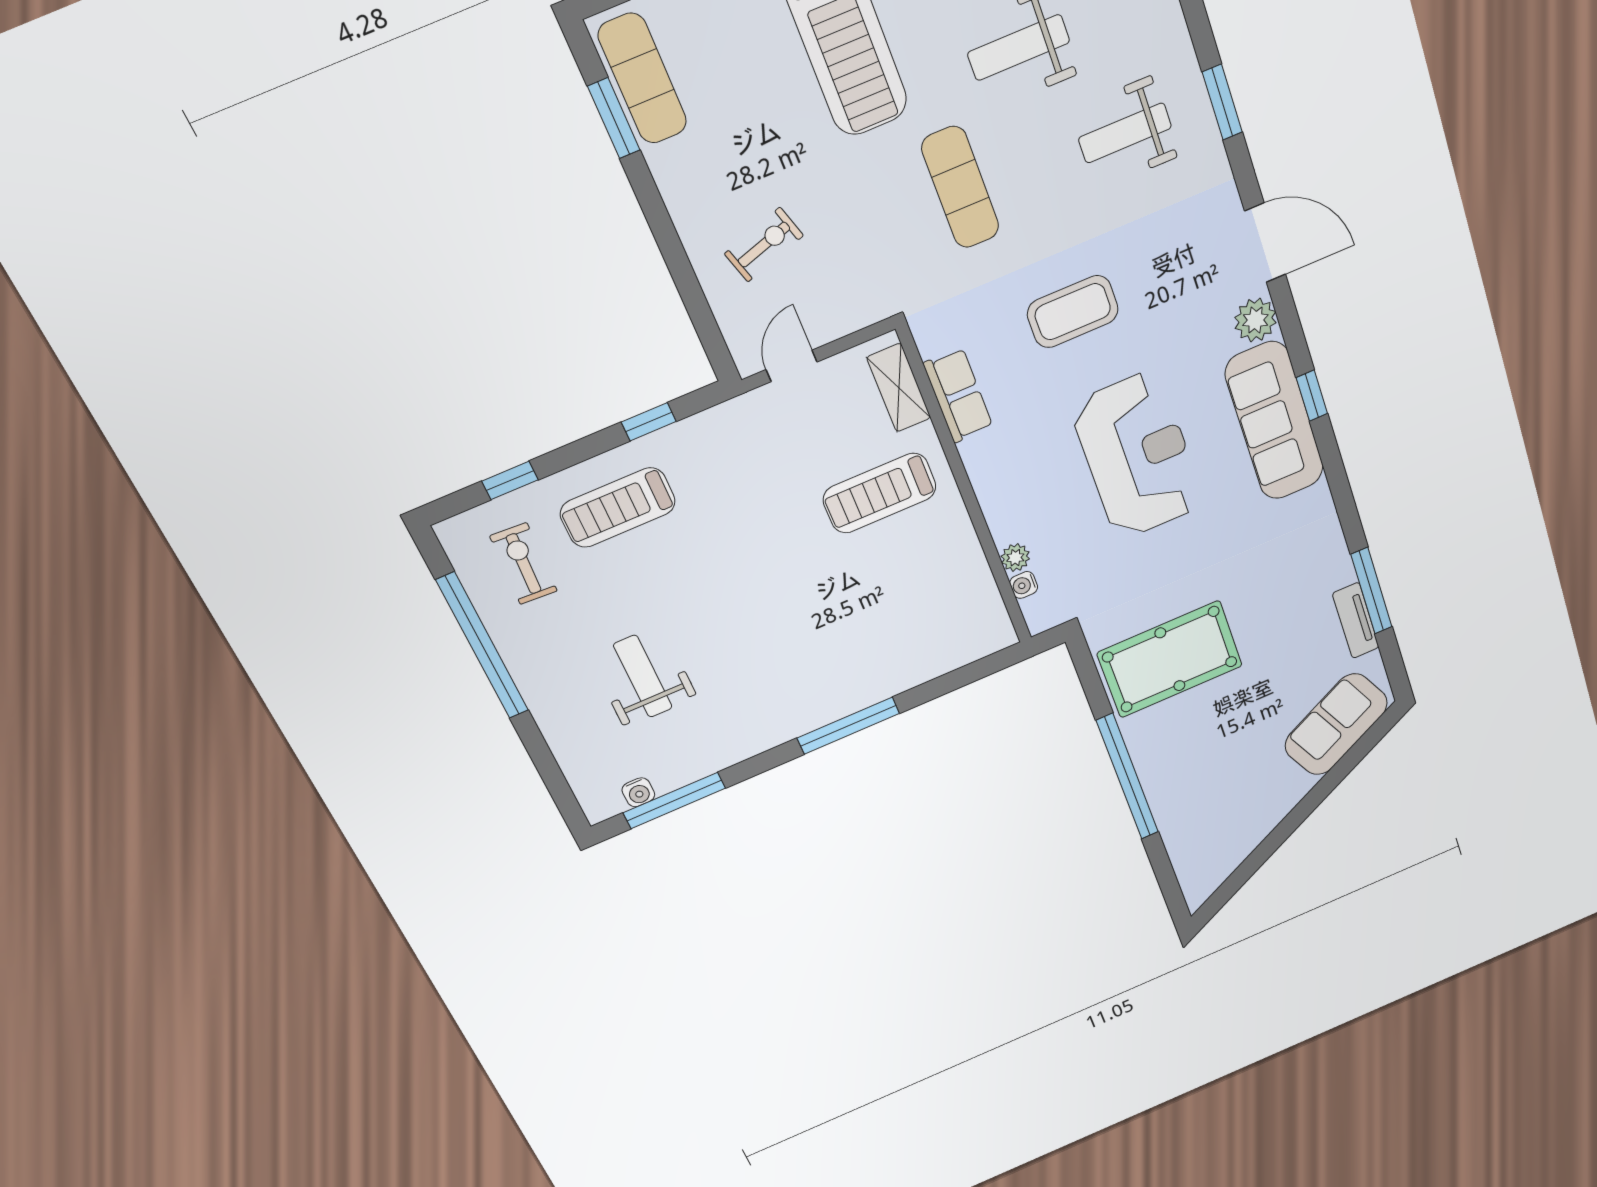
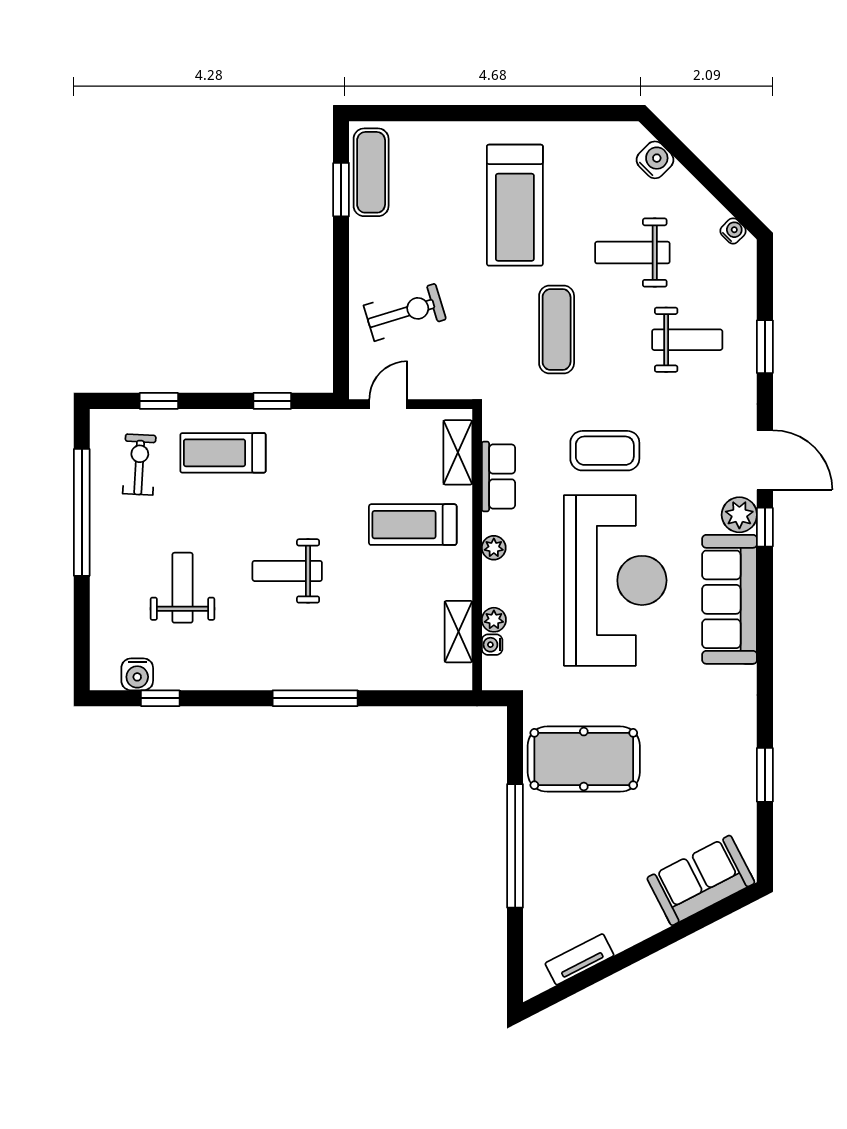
weight bench: (1125, 133) -> (687, 340), turned 180
exercise bike: (764, 245) -> (405, 312), width x1.38, depth x1.39
window: (1312, 396) -> (765, 527), moved
reception desk: (1138, 456) -> (615, 580), width x1.36, depth x1.30
plant: (984, 479) -> (494, 548), added
shelving: (980, 587) -> (458, 632), added
window: (1371, 591) -> (765, 775), width x0.69
weight bench: (756, 606) -> (287, 571), added
tv unit: (1356, 620) -> (580, 959), moved, turned 63
water cooler: (638, 792) -> (137, 674), width x1.38, depth x1.38
window: (674, 800) -> (160, 698), width x0.46

